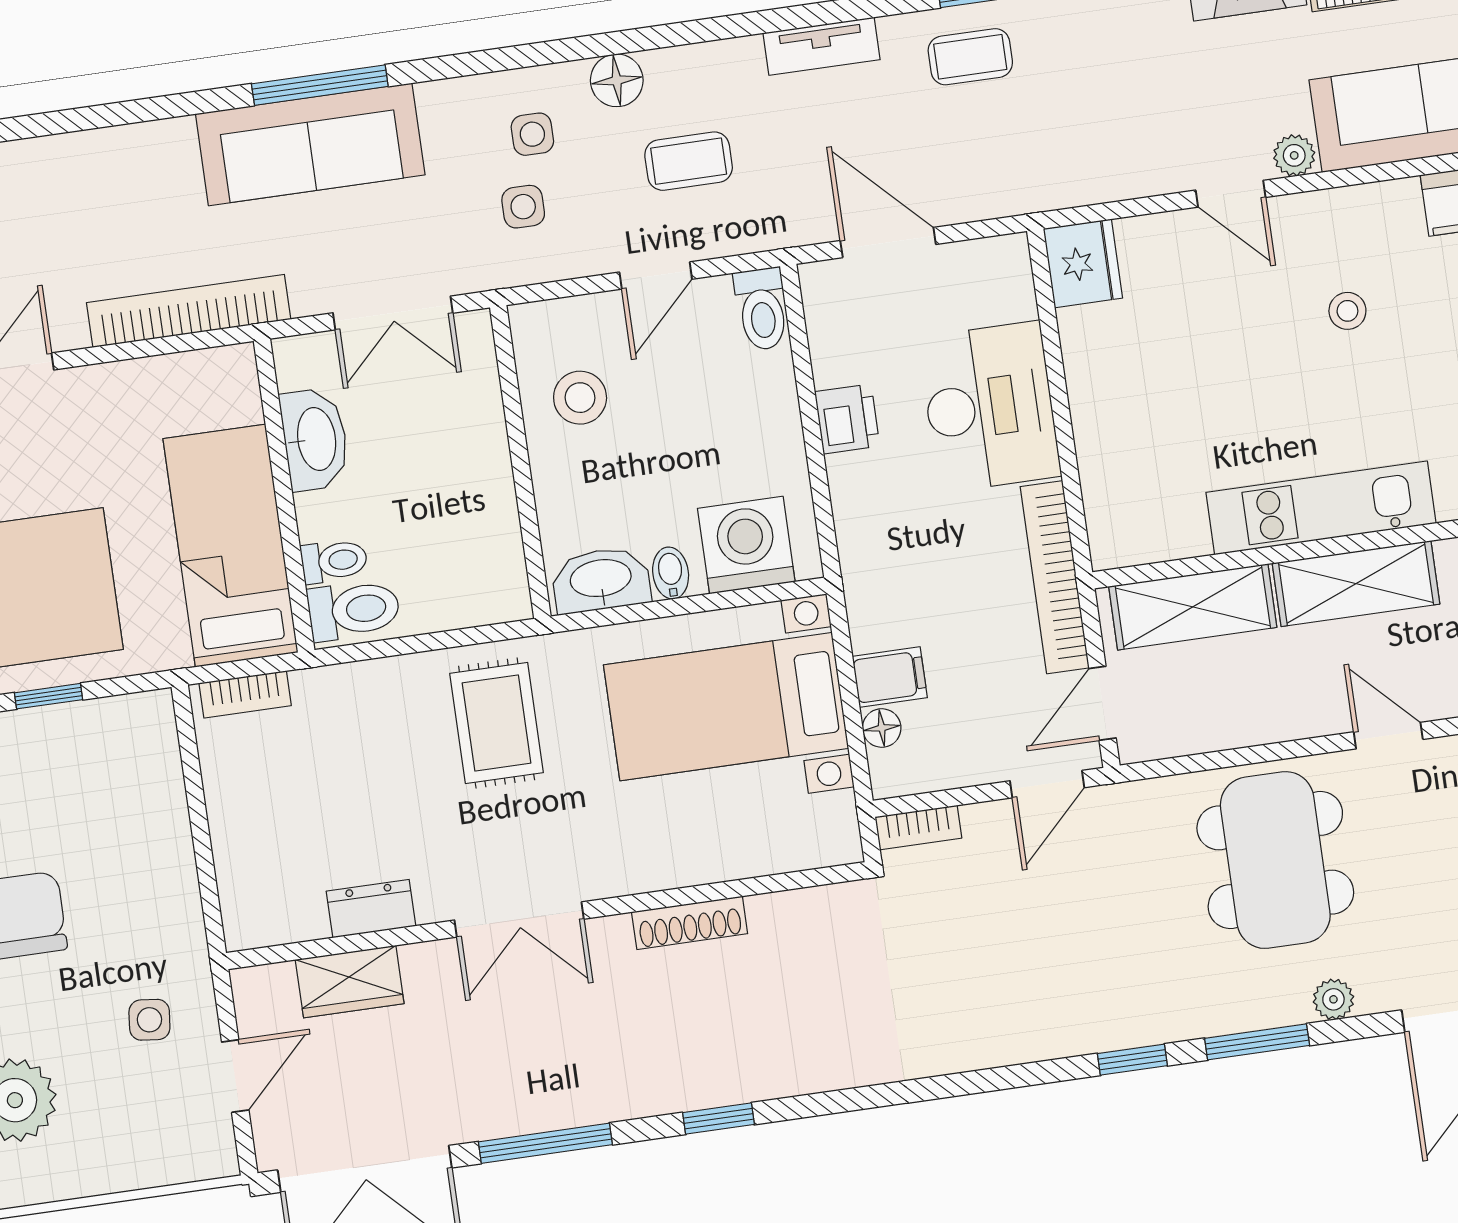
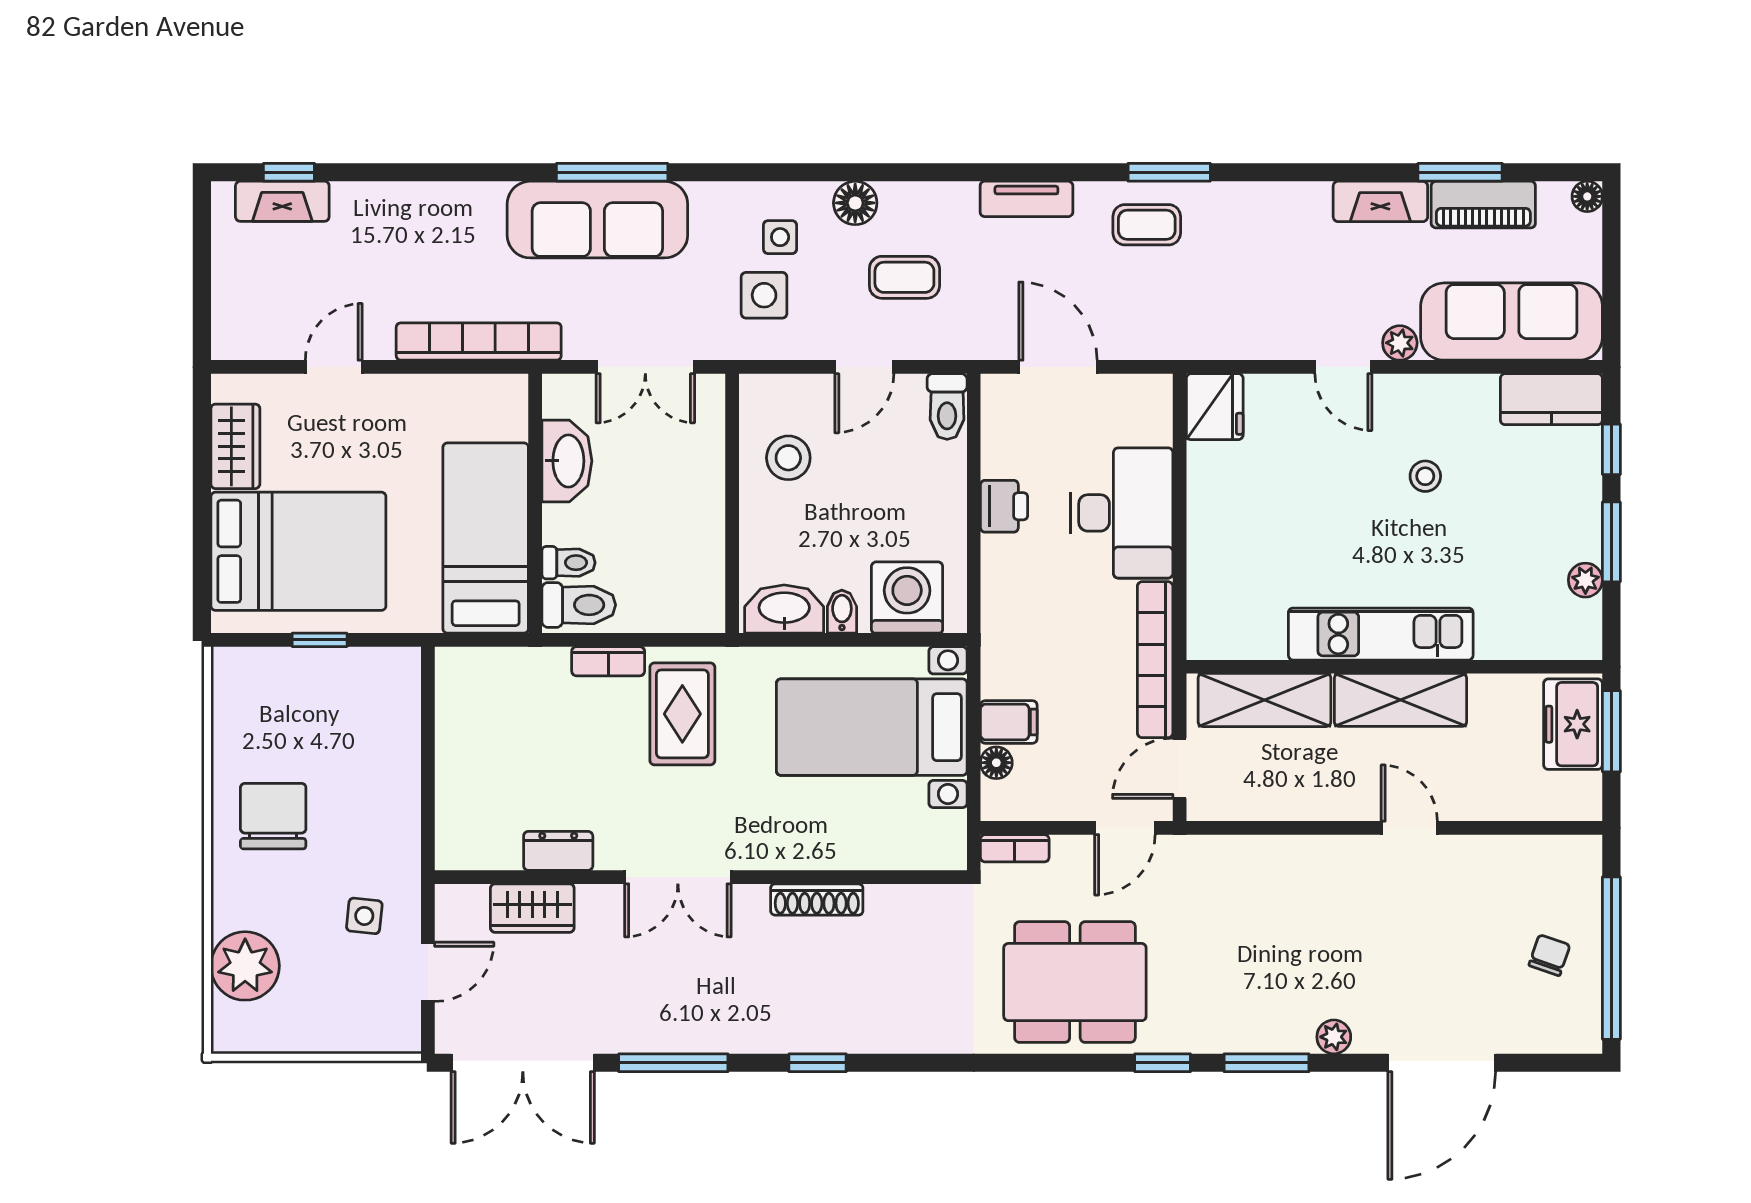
side table: (523, 207) -> (764, 295), width x1.37, depth x1.37
bookcase: (245, 694) -> (608, 661), moved
dining table: (1275, 860) -> (1075, 982), moved, turned 90

